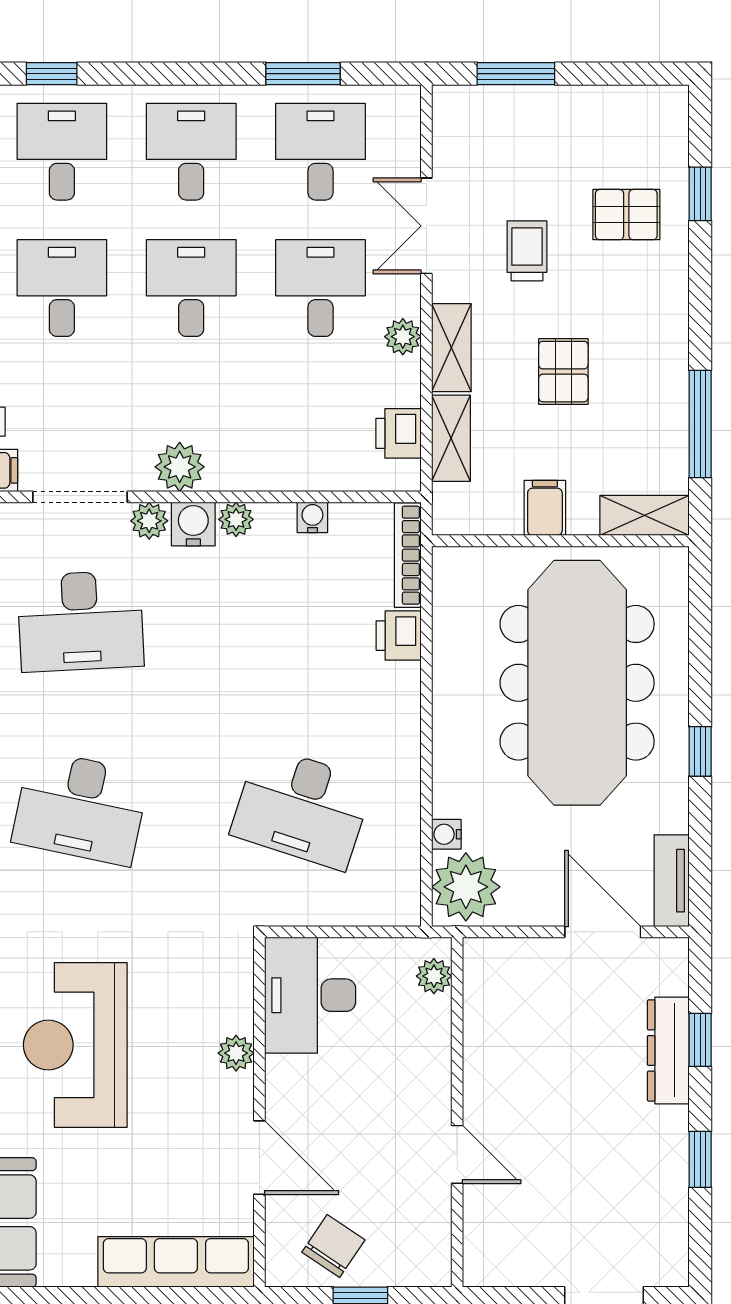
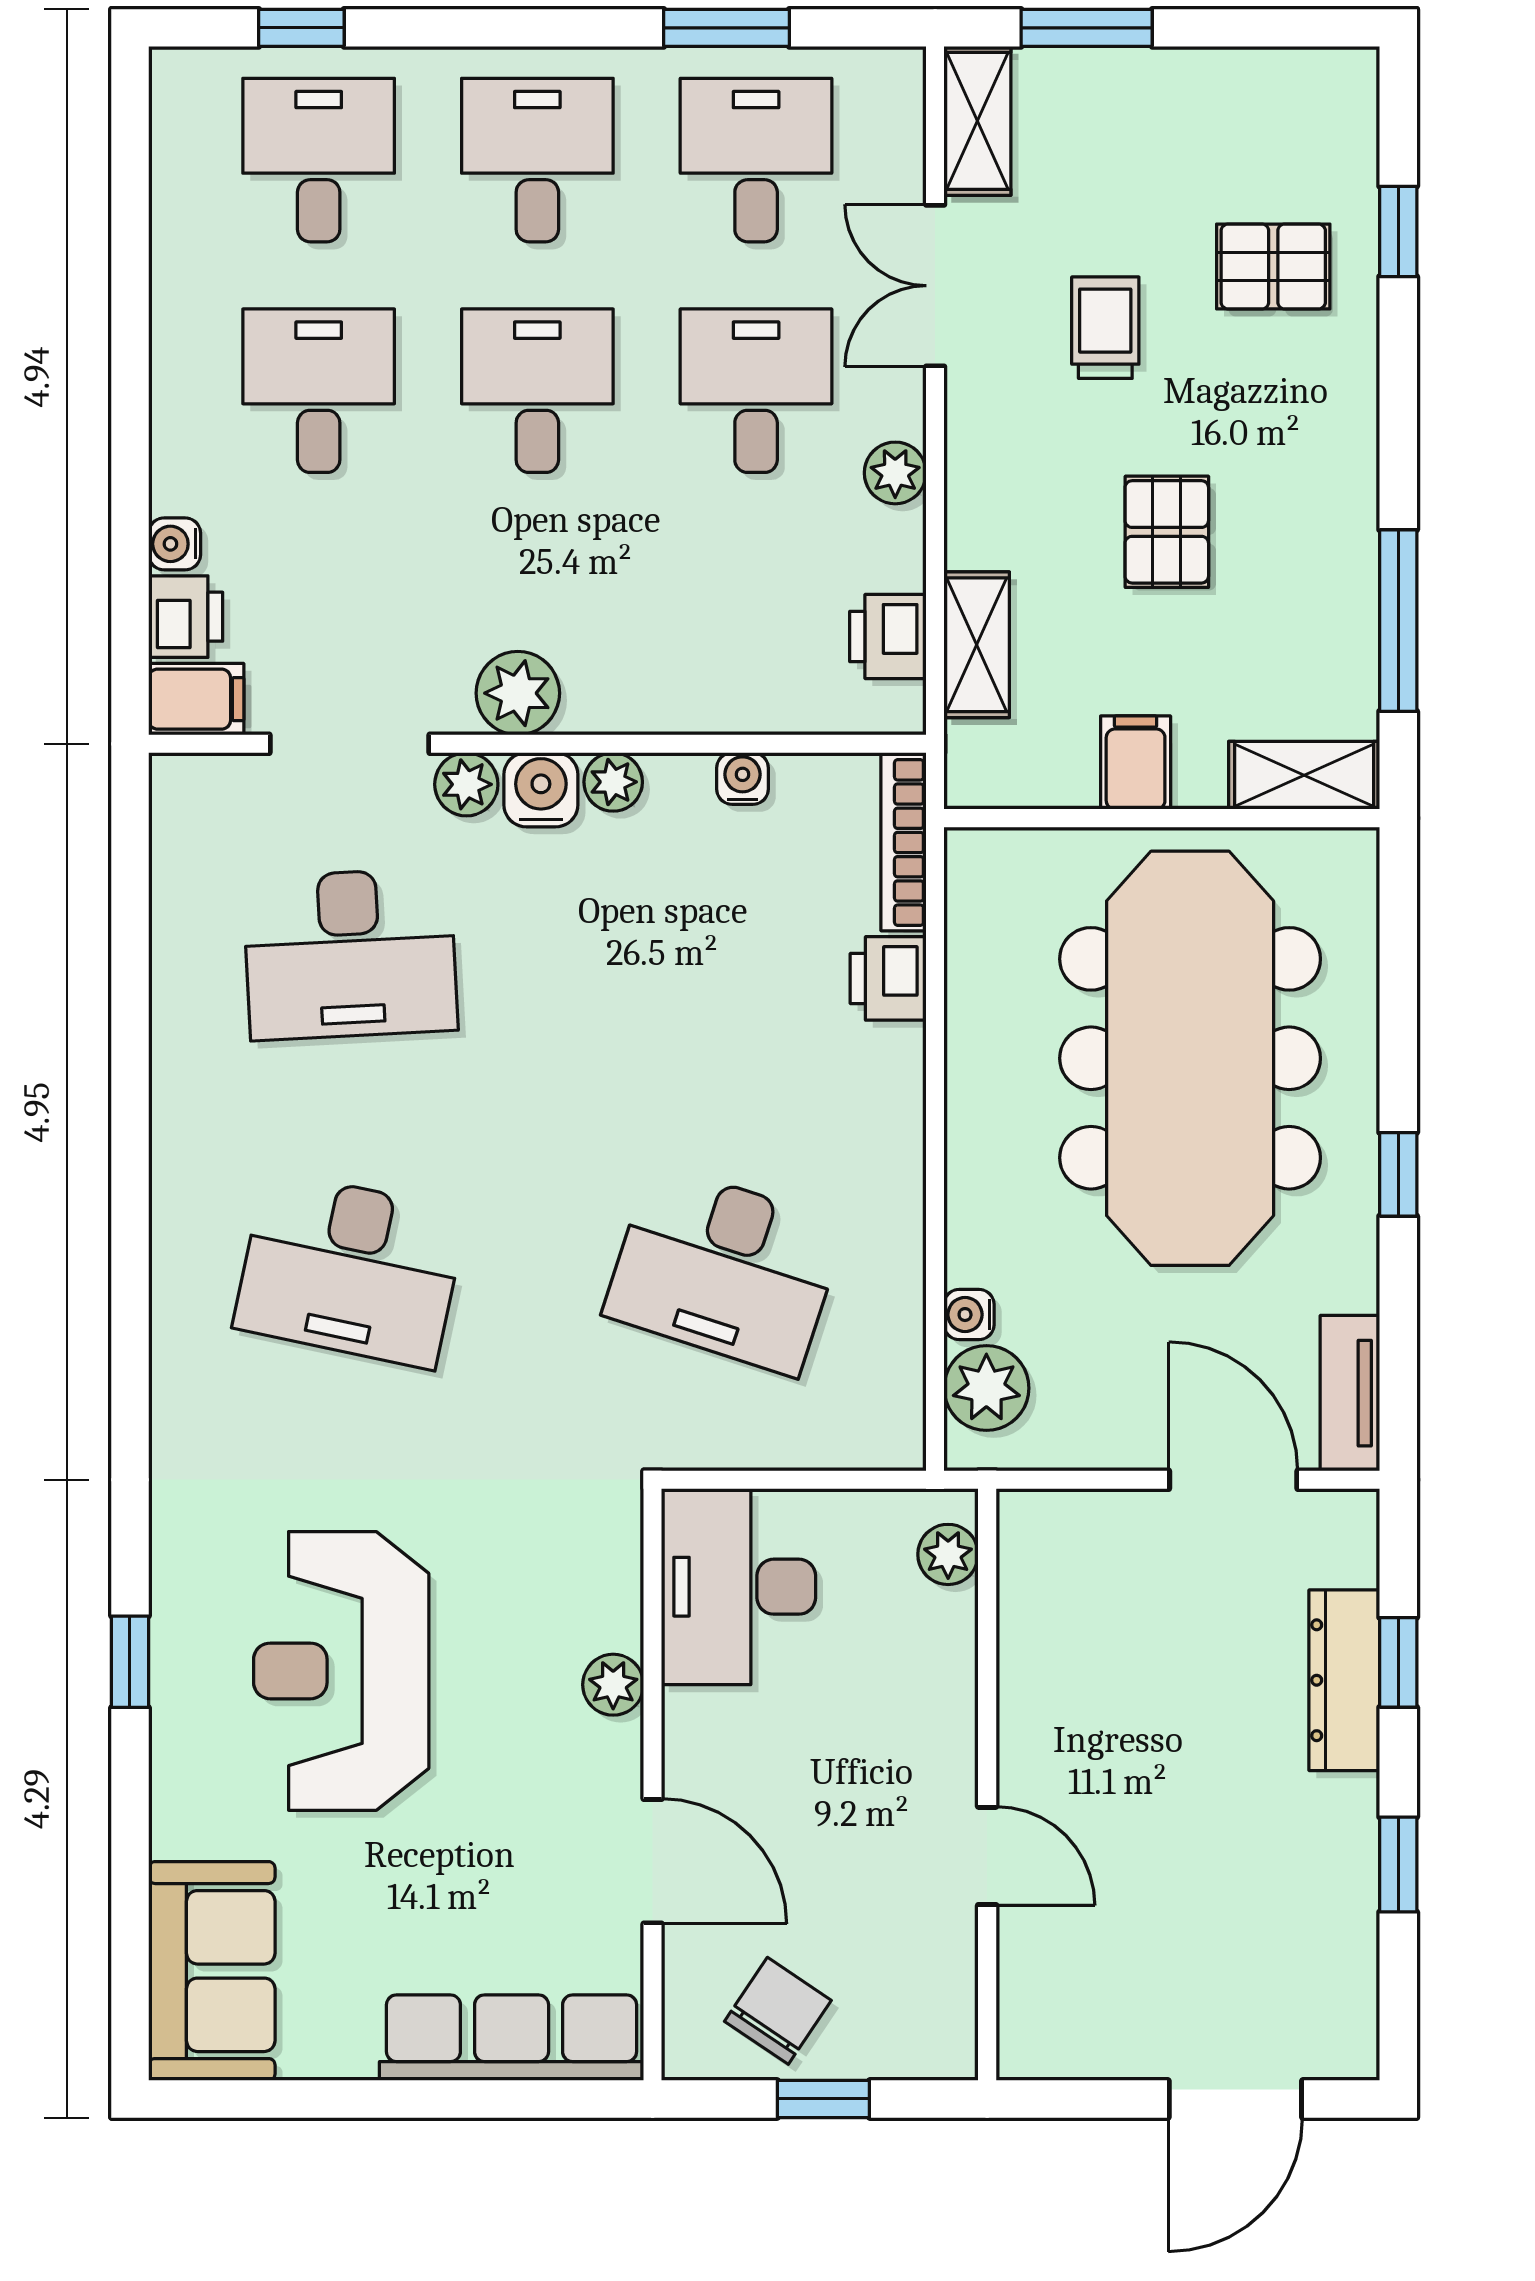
shelving: (451, 348) -> (977, 121), moved
plant: (466, 887) -> (986, 1388), width x0.73, depth x0.73

